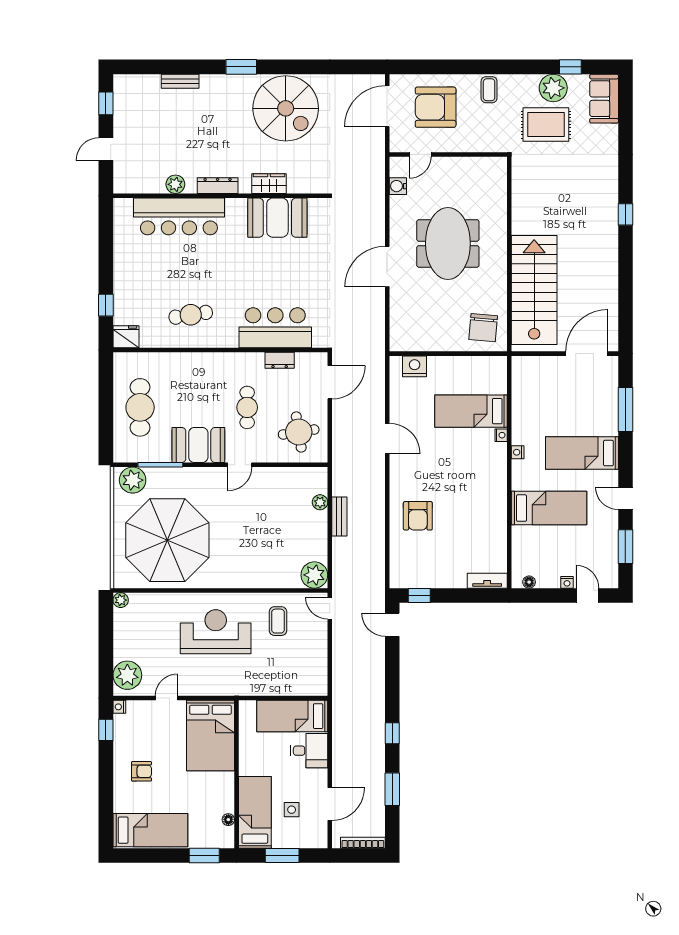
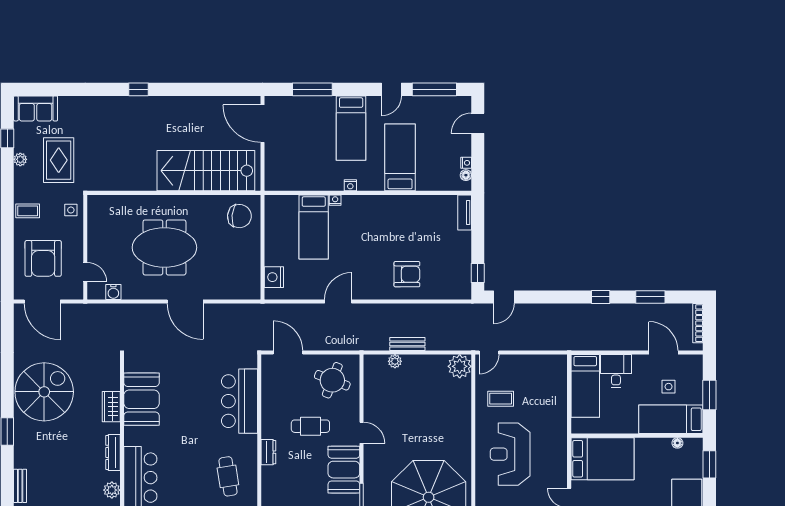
plant: (553, 88) -> (20, 159), width x0.53, depth x0.53
side table: (490, 138) -> (71, 210), added
dresser: (280, 360) -> (268, 452), moved
round table: (299, 432) -> (332, 380), turned 30
window: (625, 547) -> (434, 89), width x1.44
nightstand: (567, 582) -> (466, 163), moved

